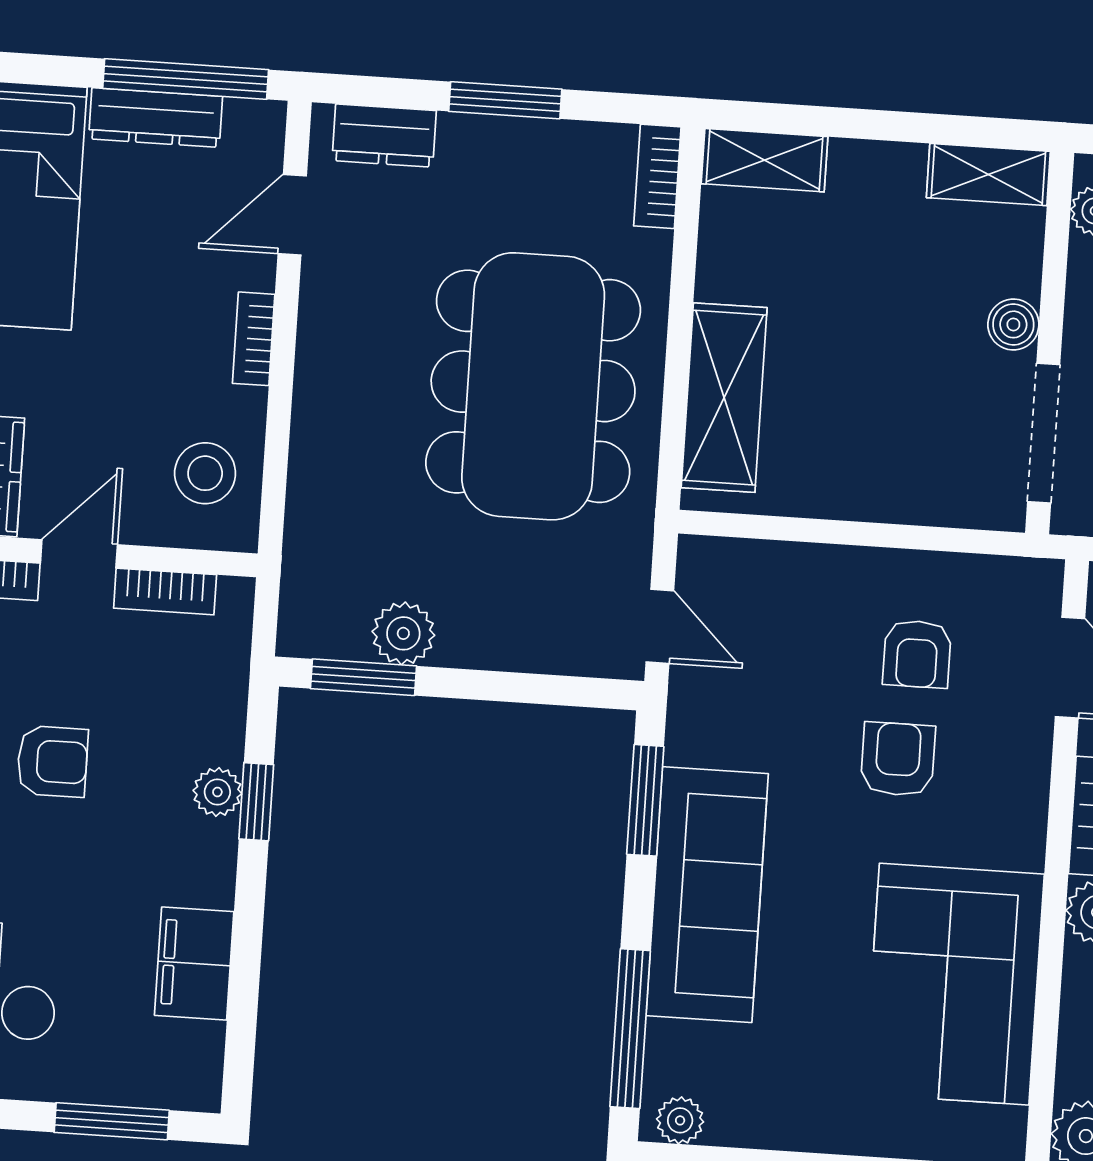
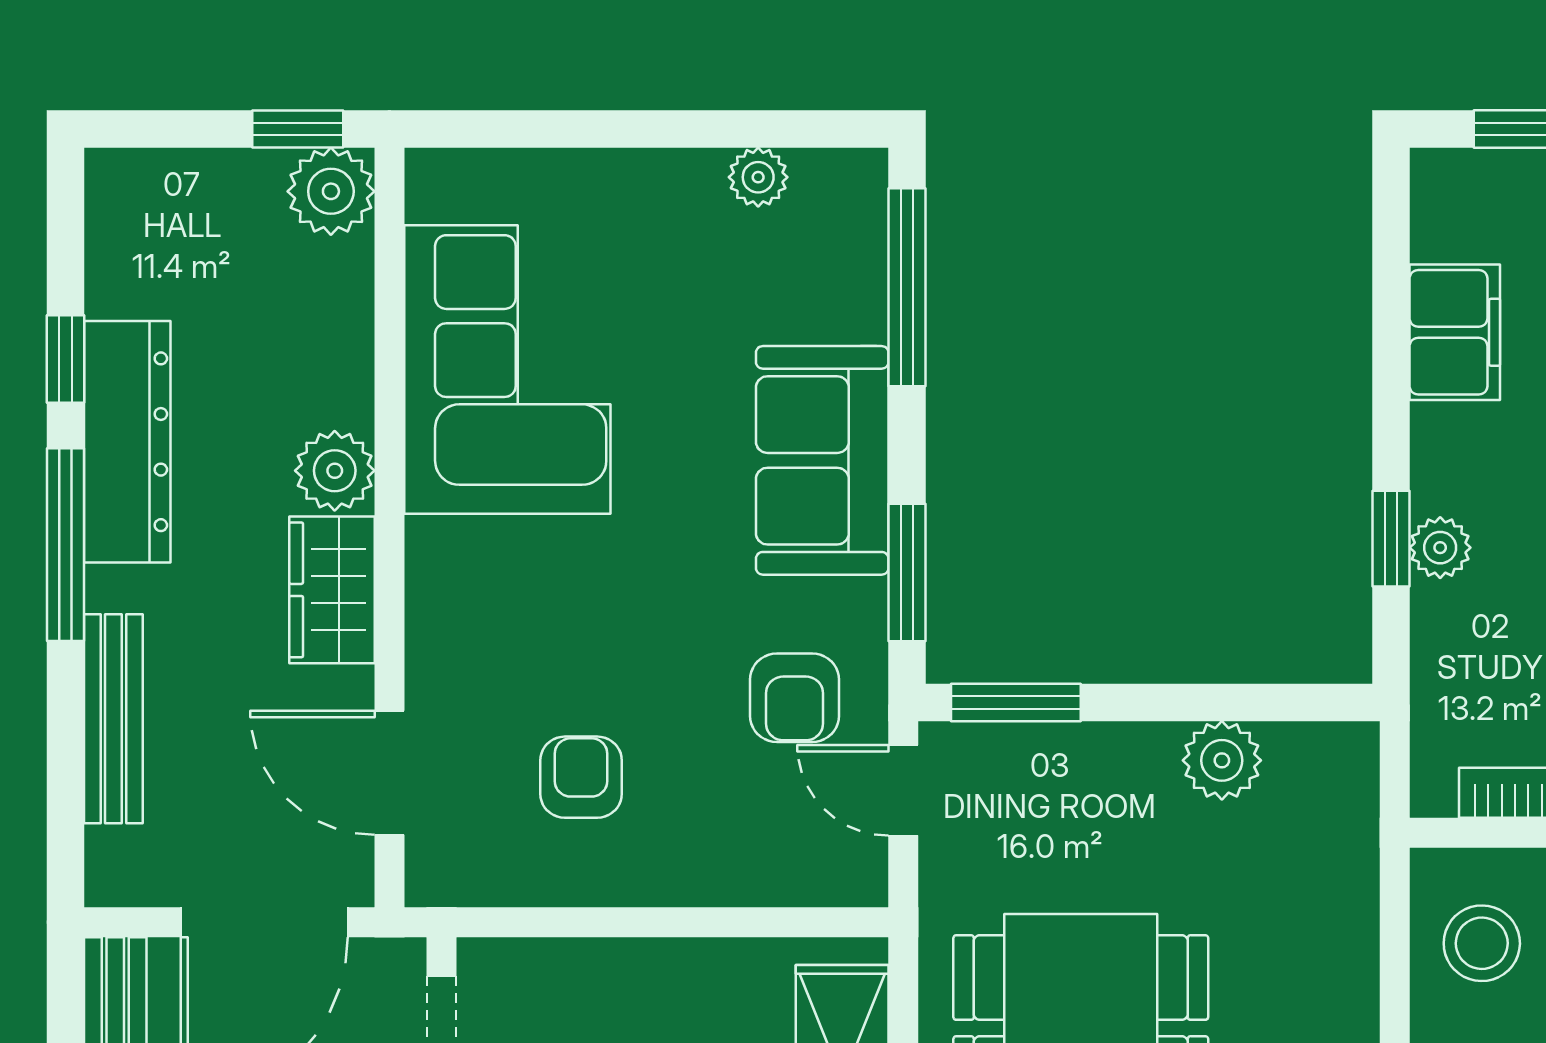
window: (363, 677) -> (1016, 702), moved
armchair: (898, 759) -> (795, 698), moved
sofa: (707, 895) -> (822, 460), width x0.73
plant: (680, 1120) -> (758, 177), moved

